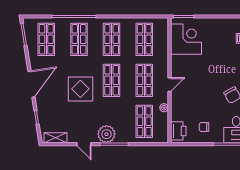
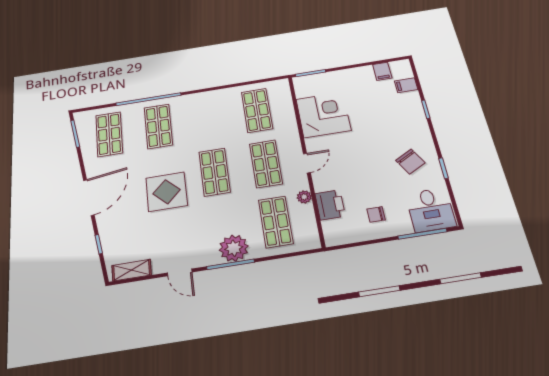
filing cabinet: (230, 24) -> (382, 71), added
shop shelf: (112, 39) -> (208, 118), removed
corner desk: (186, 39) -> (323, 115), moved
printer: (178, 131) -> (330, 205), moved
plant: (106, 134) -> (234, 248), moved

